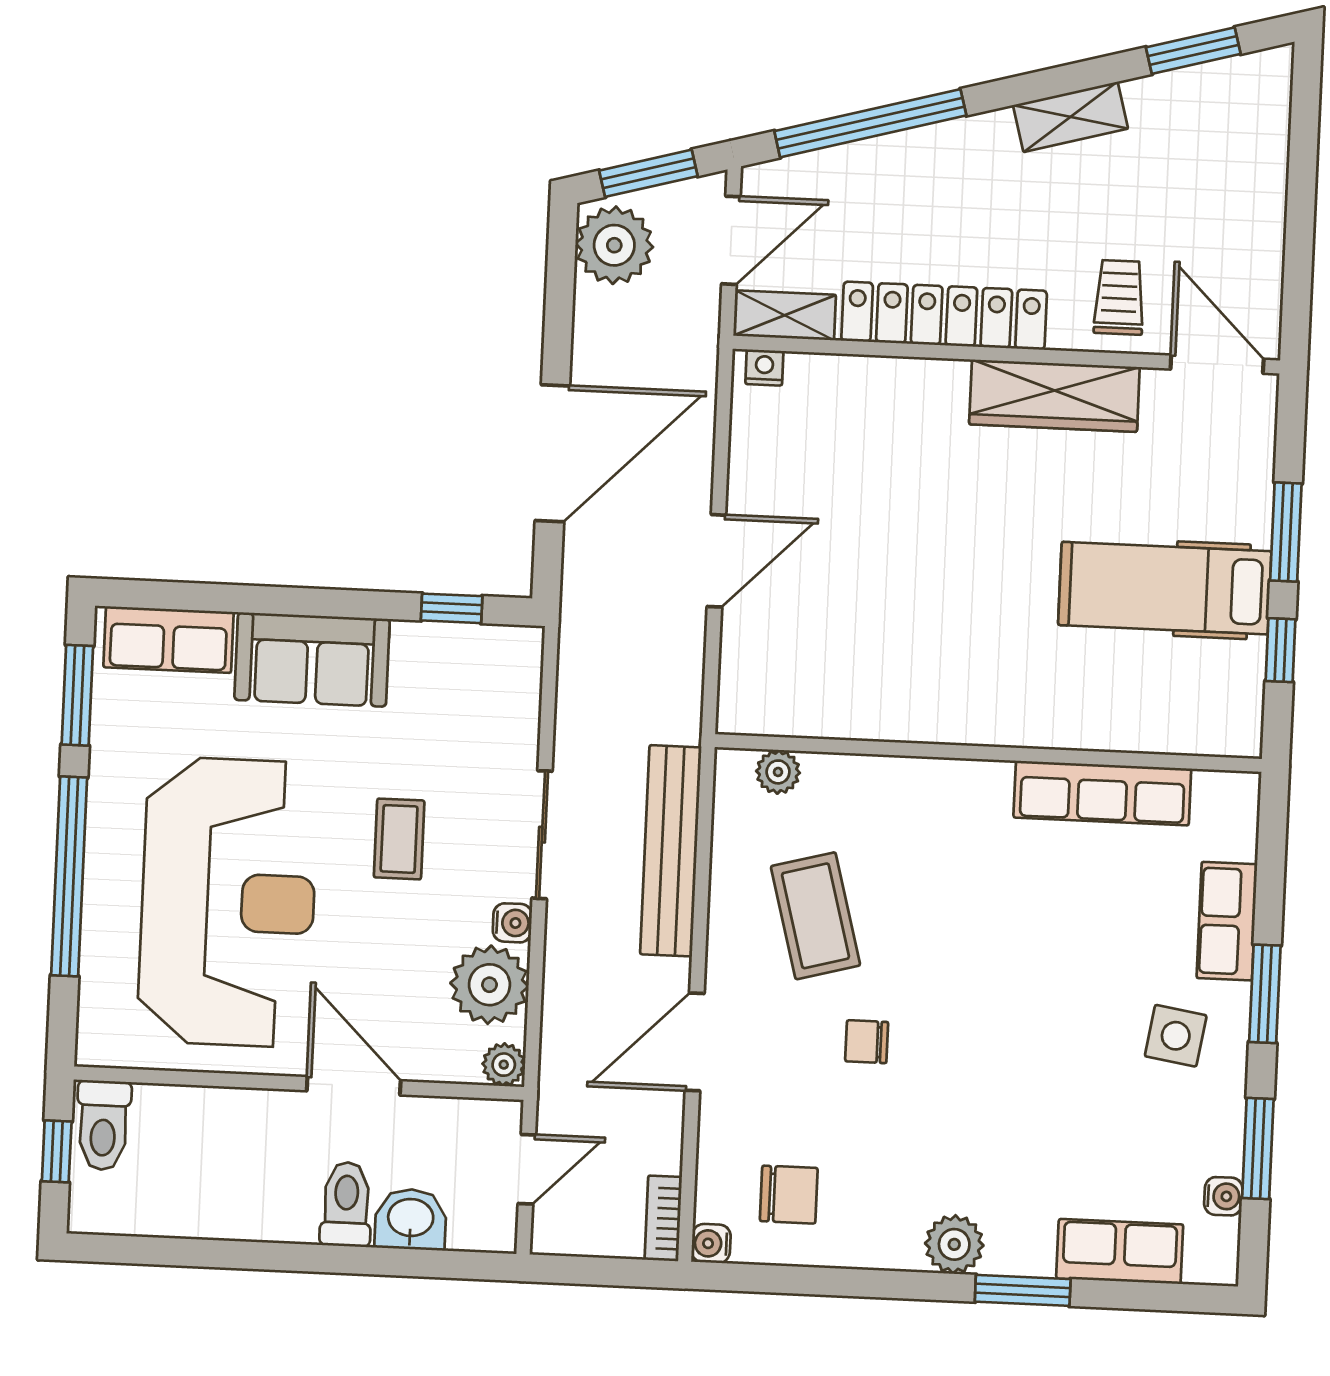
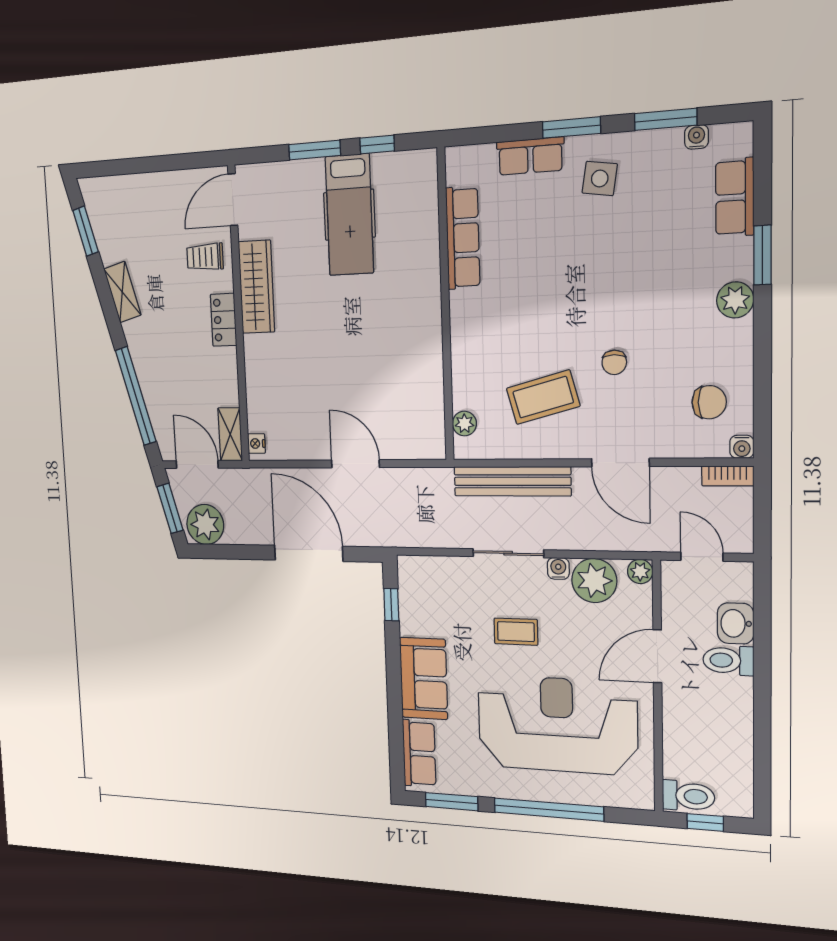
locker: (944, 316) -> (224, 320), width x0.46, depth x0.83
chair: (789, 1195) -> (709, 402), turned 90

